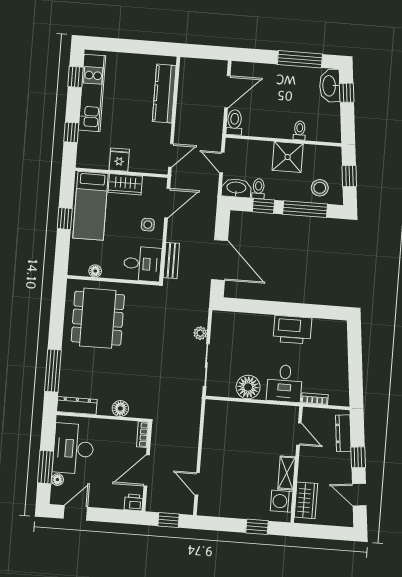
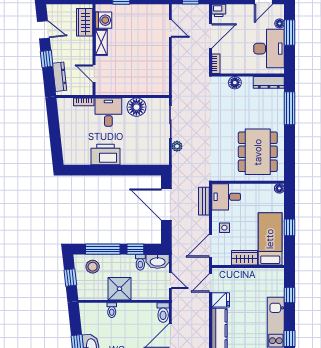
fridge: (119, 160) -> (221, 300), moved, turned -90
floor lamp: (95, 271) -> (279, 188), moved

